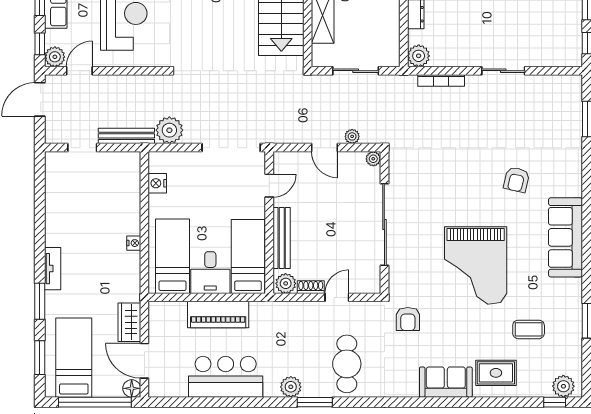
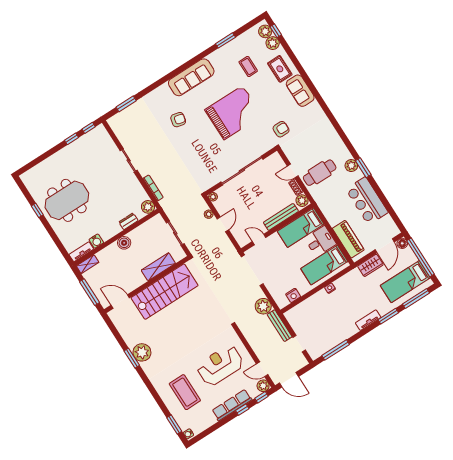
window: (40, 194) -> (336, 350), added
piano: (218, 314) -> (348, 239), moved
window: (40, 358) -> (416, 298), width x1.44
cafe table: (347, 364) -> (320, 173), moved
plant: (540, 386) -> (273, 43), added
window: (315, 402) -> (363, 168), moved

